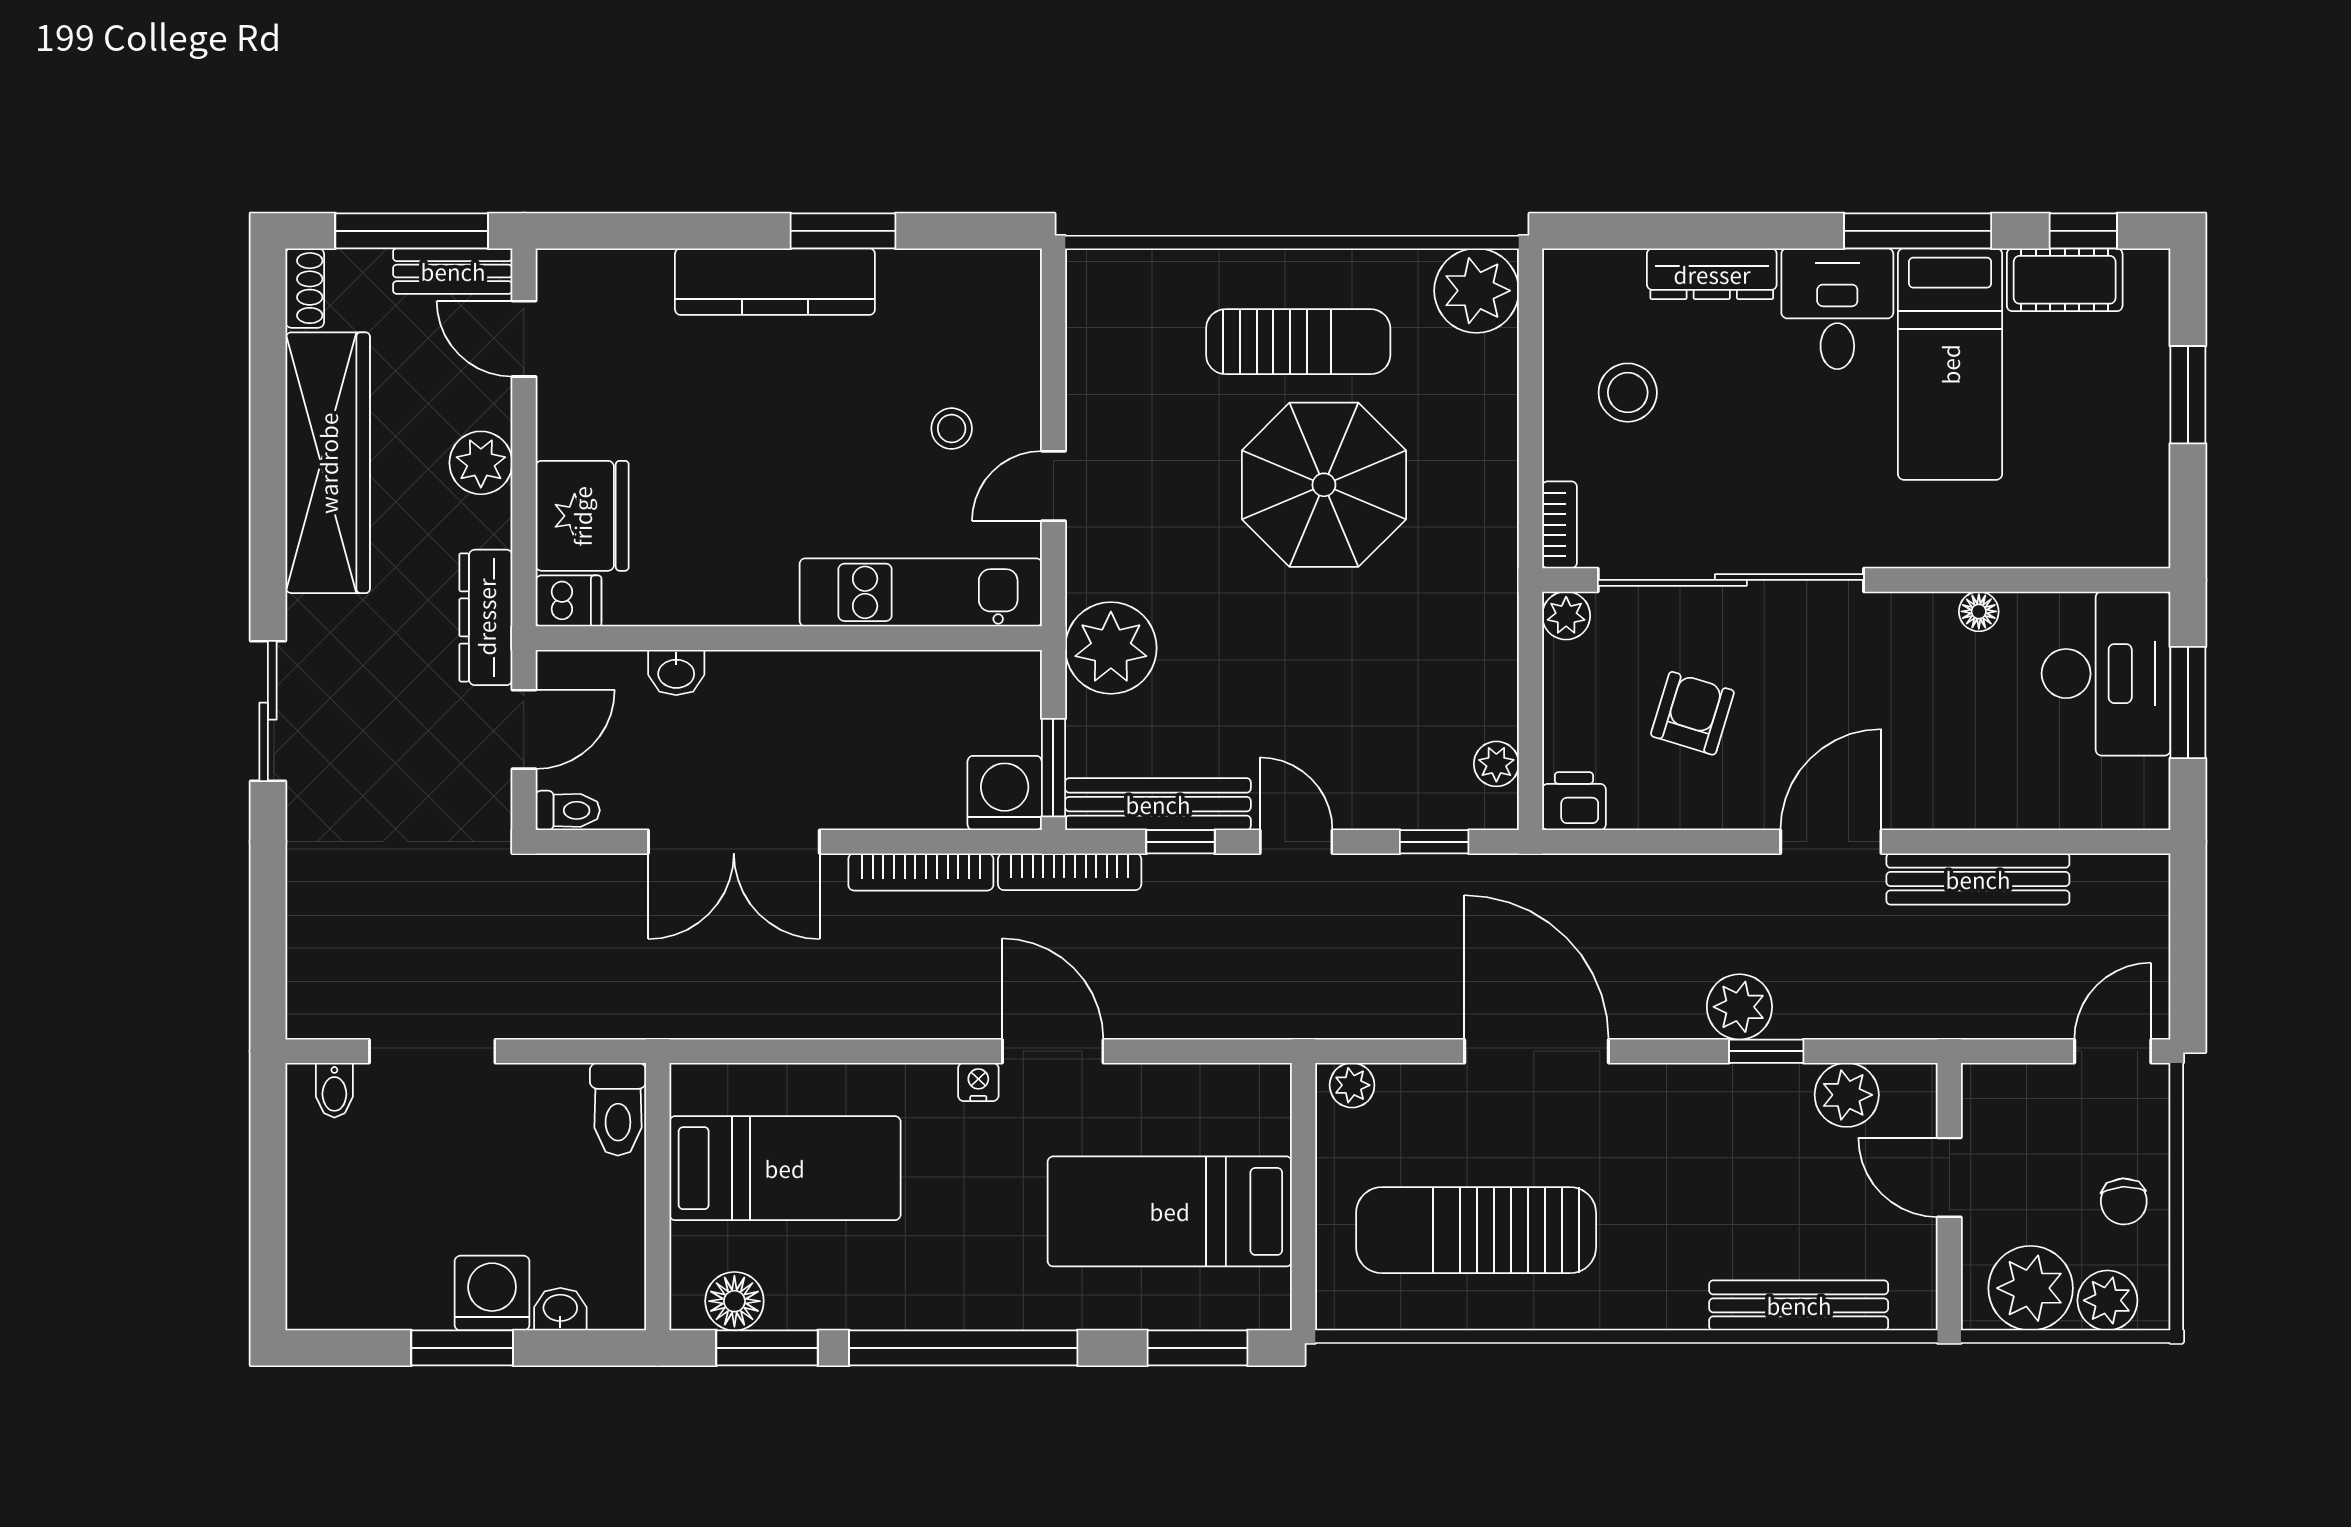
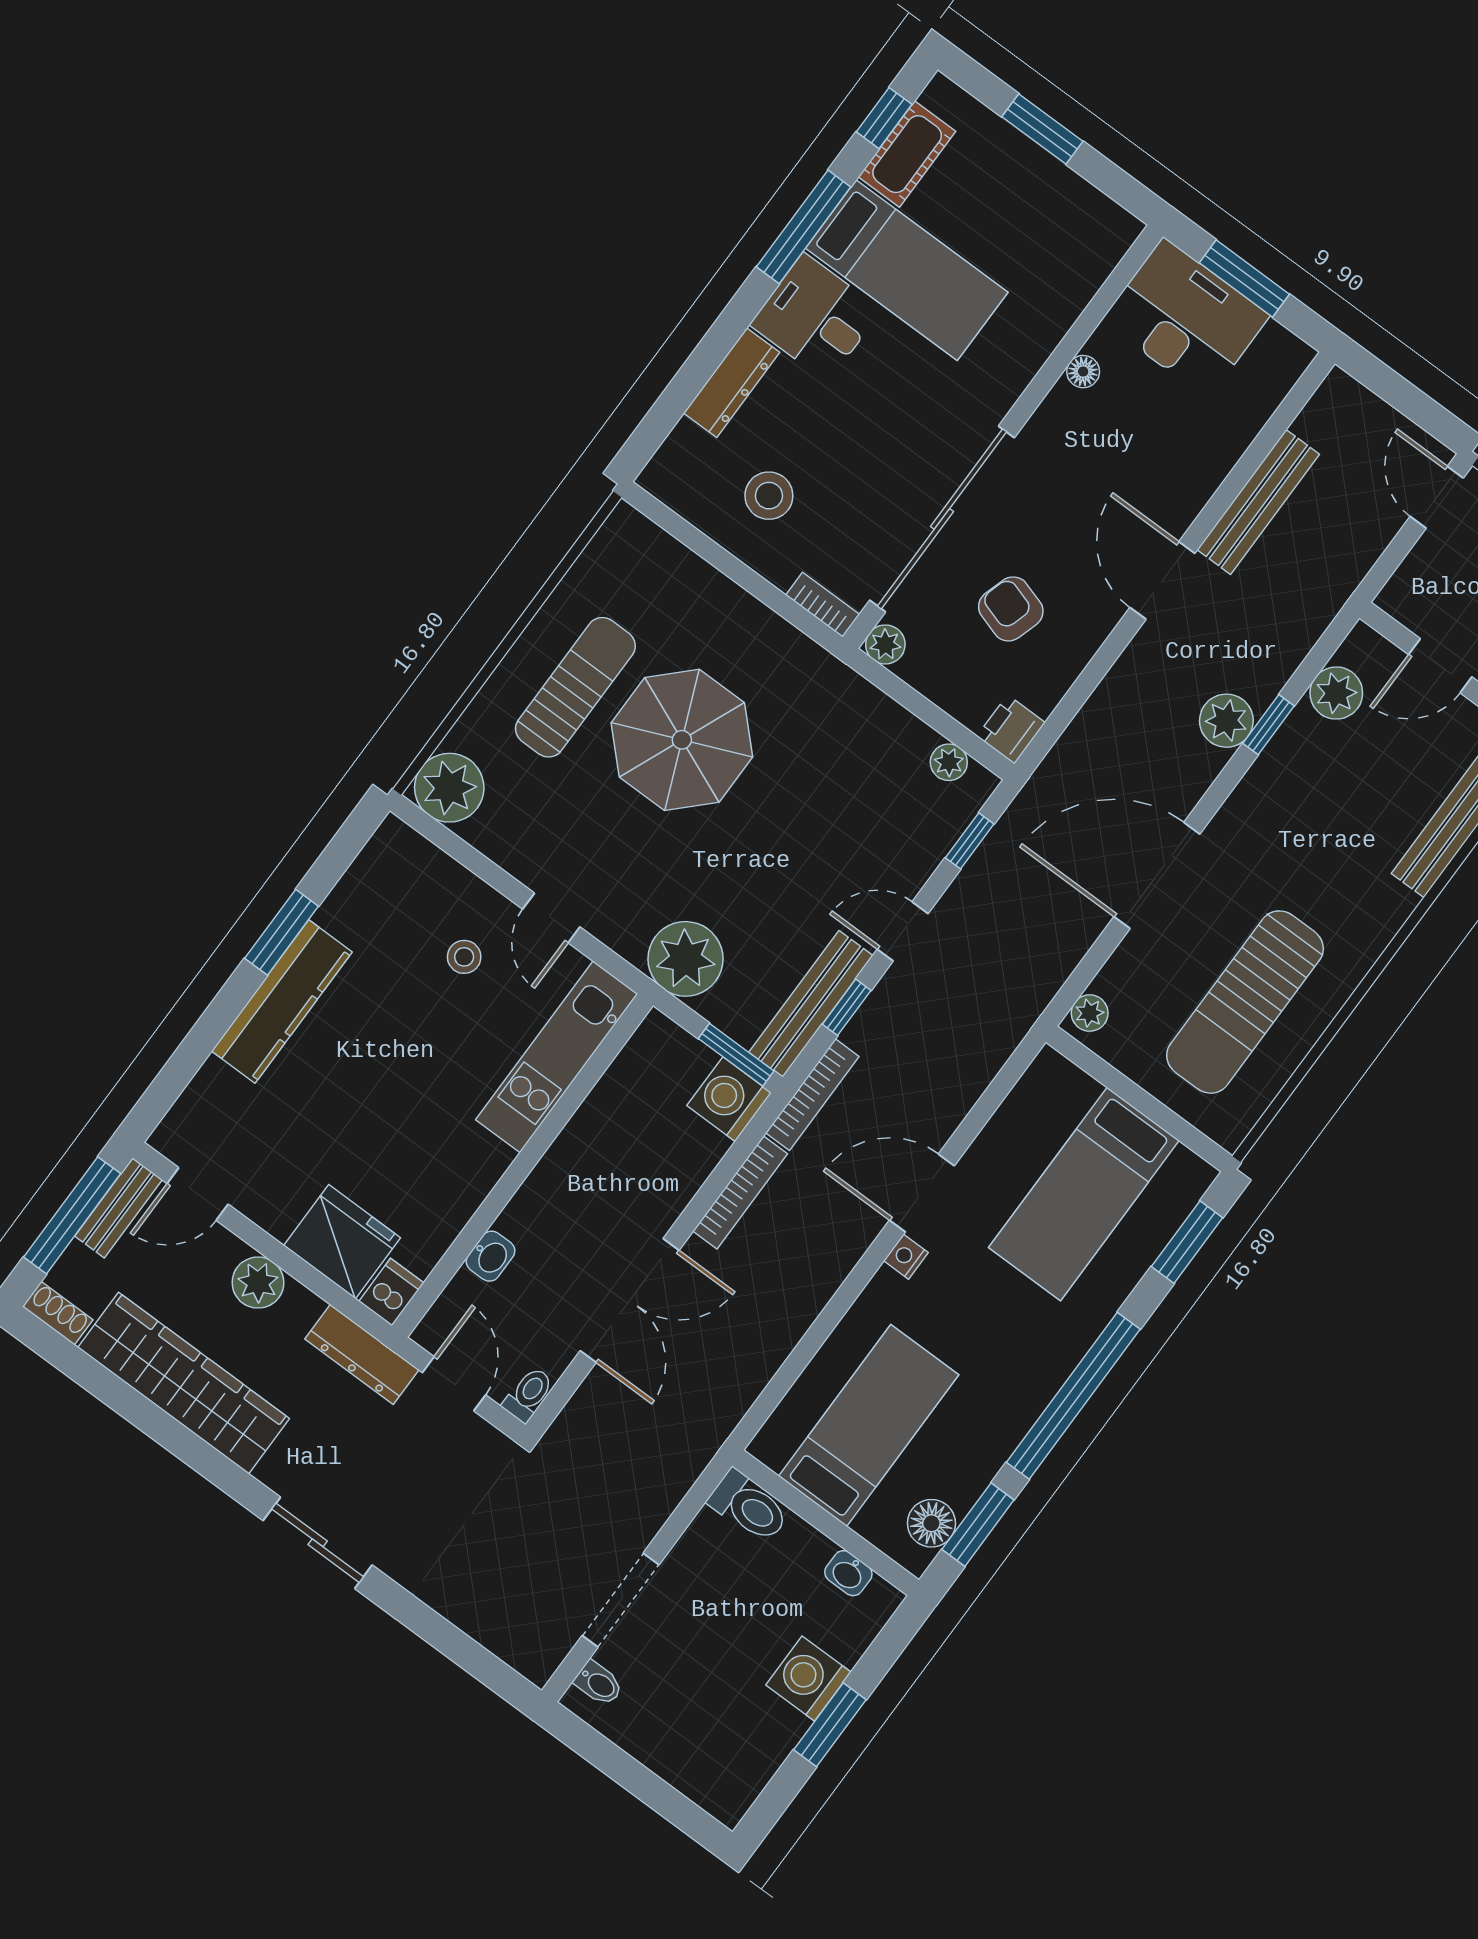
plant: (1477, 291) -> (449, 788), moved
washbasin: (560, 1309) -> (848, 1573), moved, turned -90

